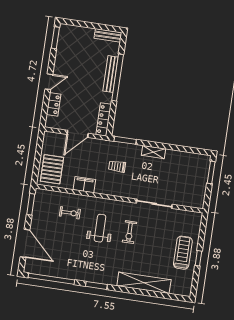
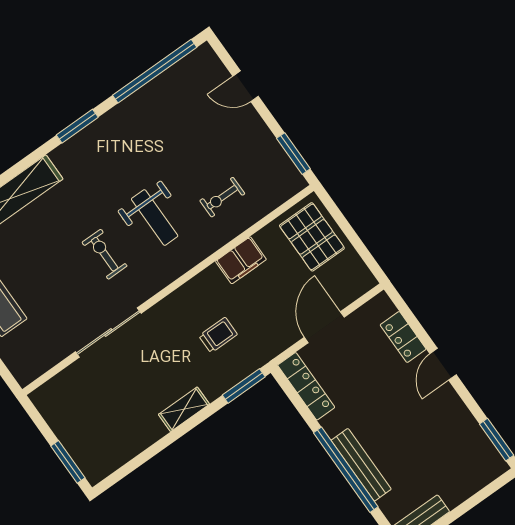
door: (25, 243) -> (246, 86), width x0.53

